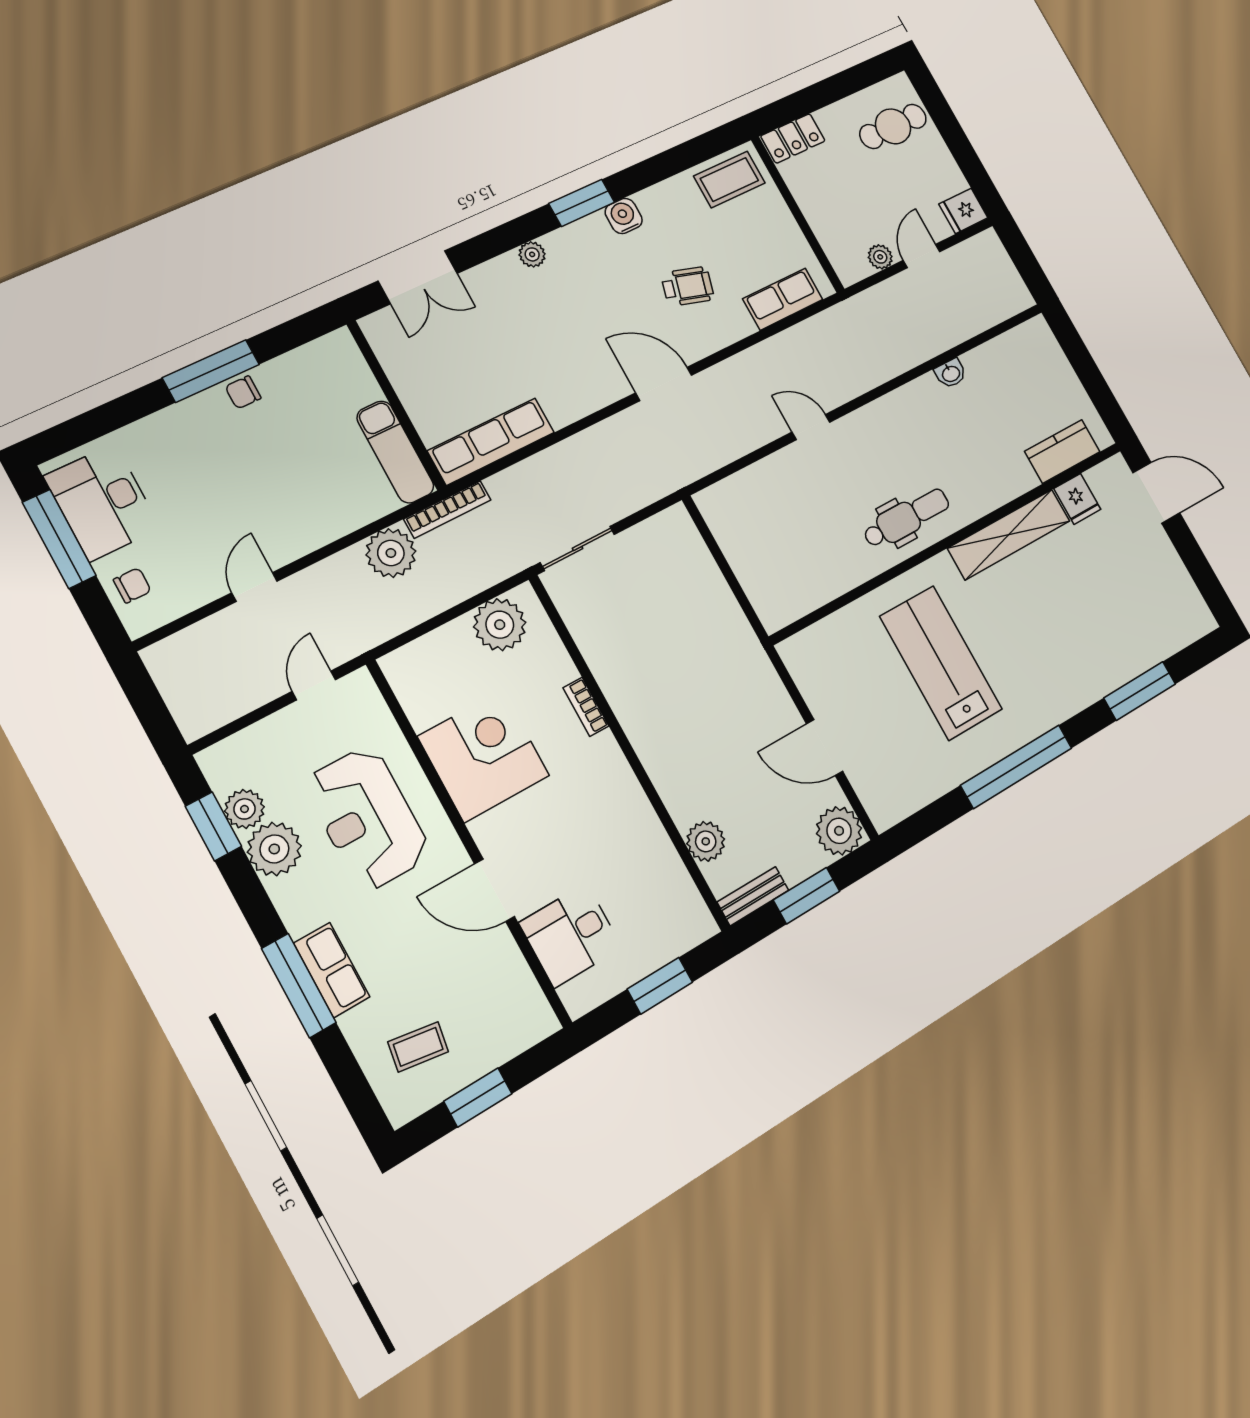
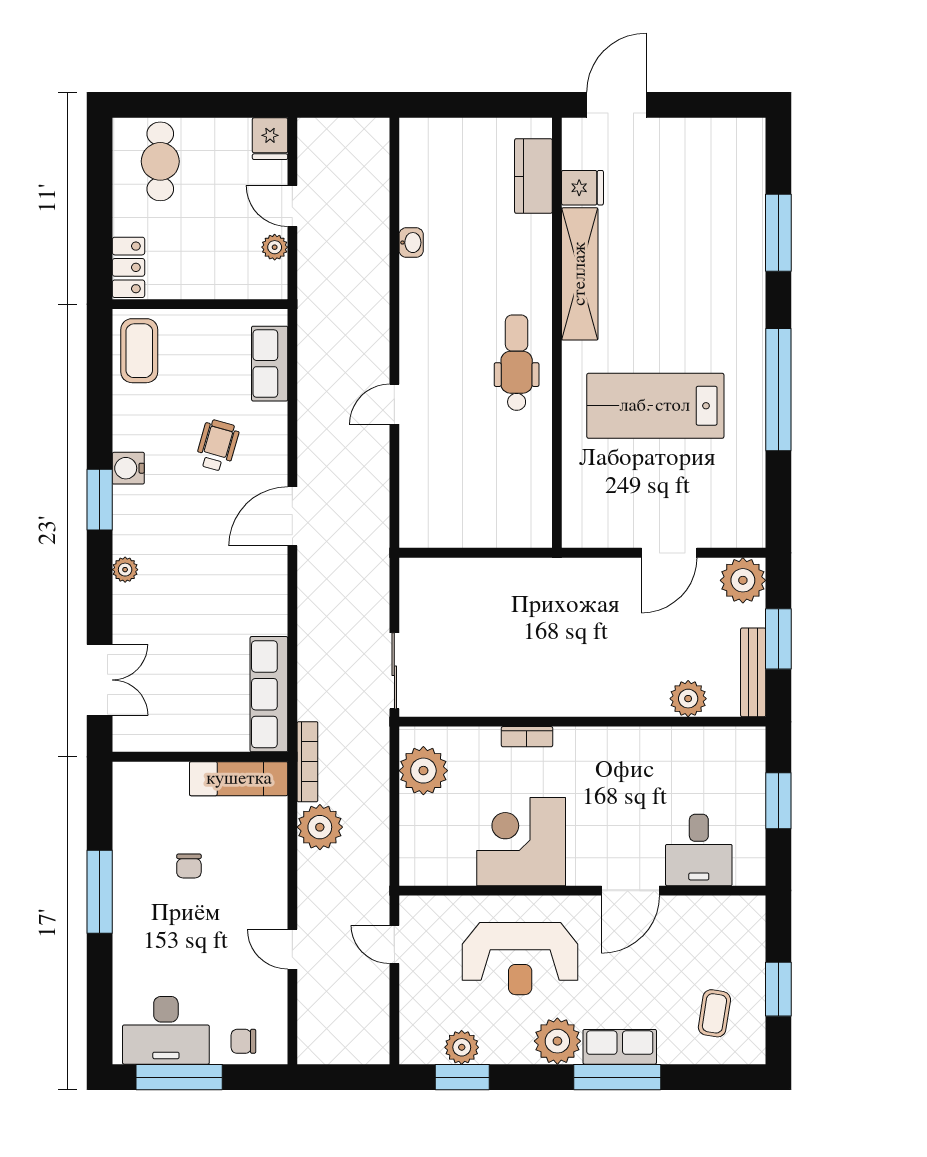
chair: (243, 392) -> (189, 866), moved
chair: (132, 585) -> (243, 1041), turned -90
plant: (274, 849) -> (557, 1041), moved
bench: (753, 896) -> (753, 672), width x1.36

